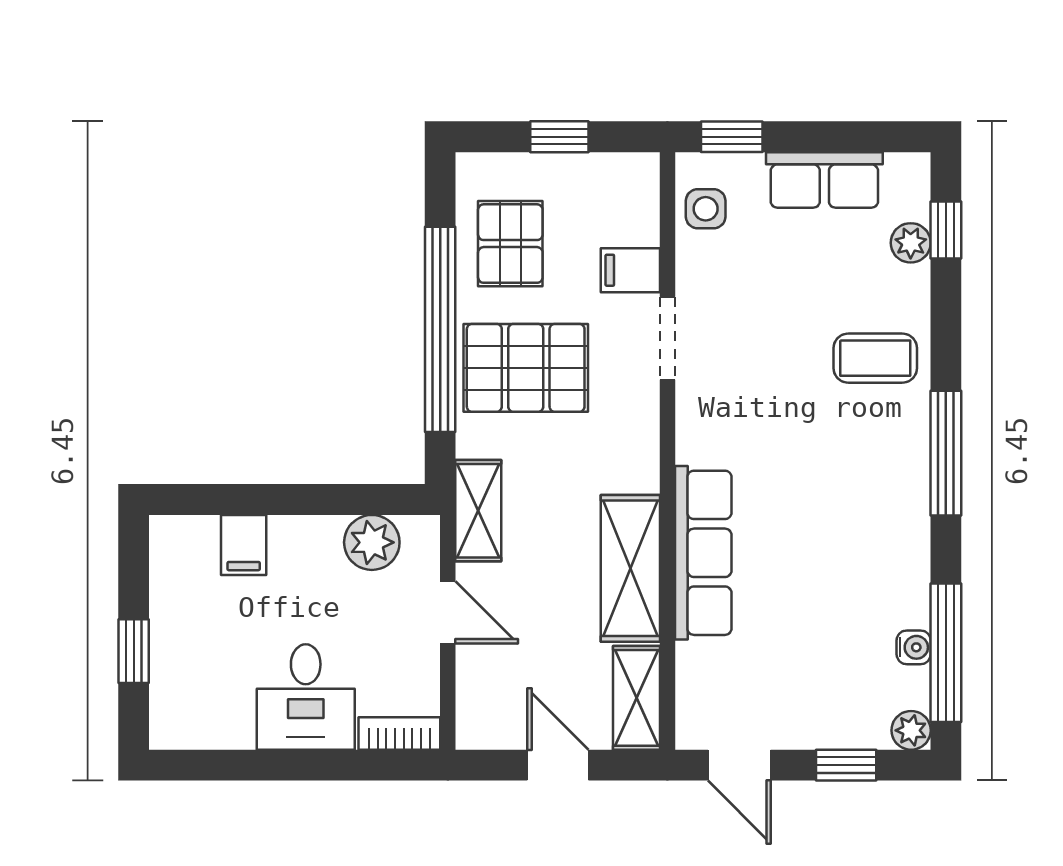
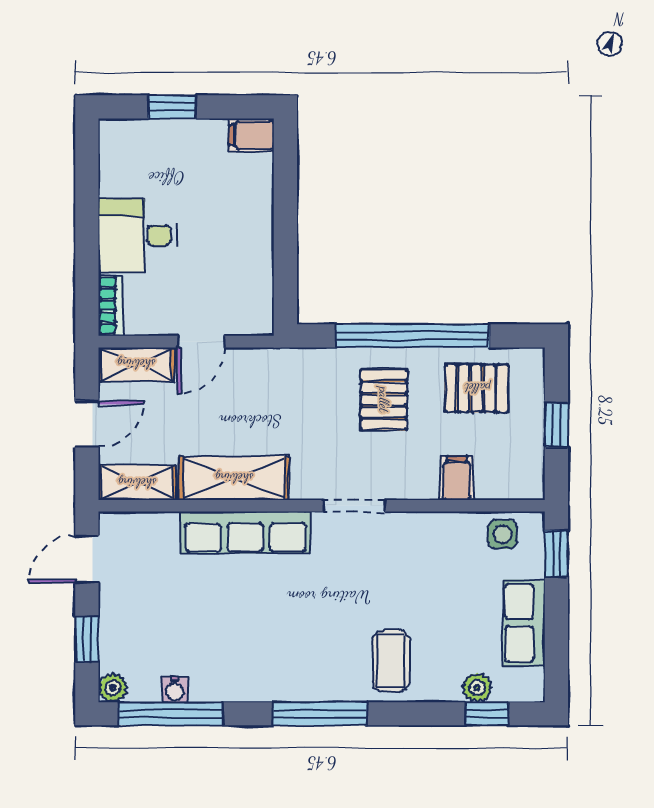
doorway: (667, 338) -> (354, 506), moved
pallet: (526, 368) -> (384, 400), width x0.67, depth x0.71
shelving: (478, 511) -> (136, 364), moved
plant: (372, 542) -> (253, 285), removed
filing cabinet: (244, 545) -> (251, 135), moved

